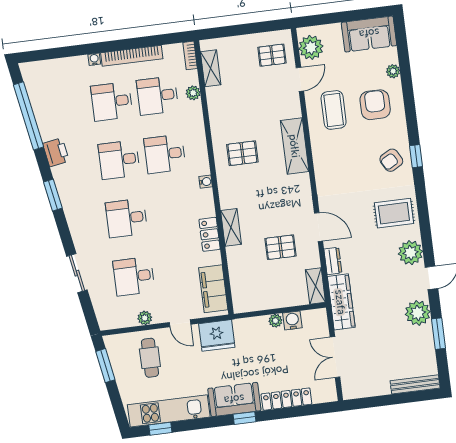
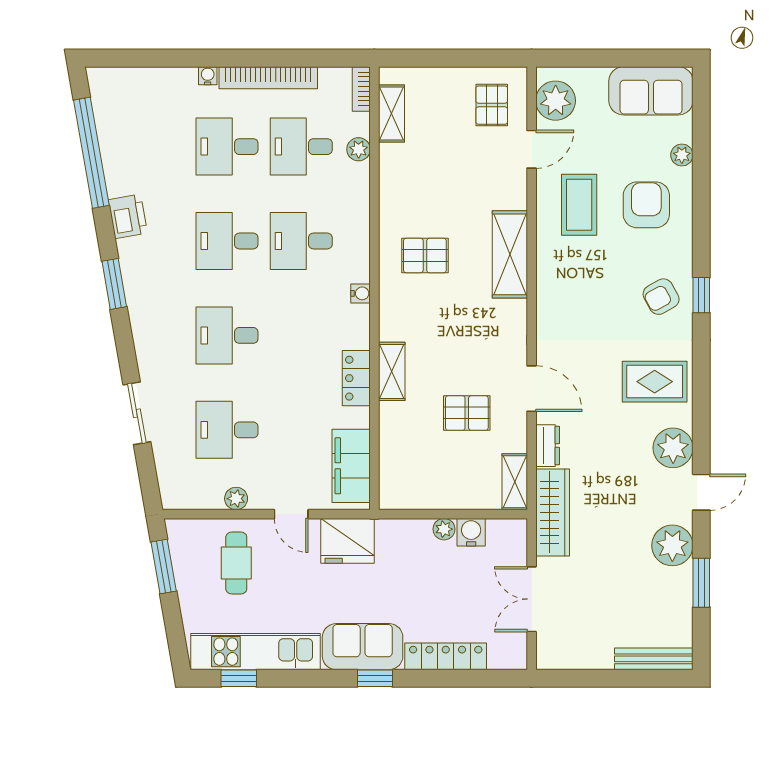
pallet: (272, 55) -> (492, 105), turned 90

